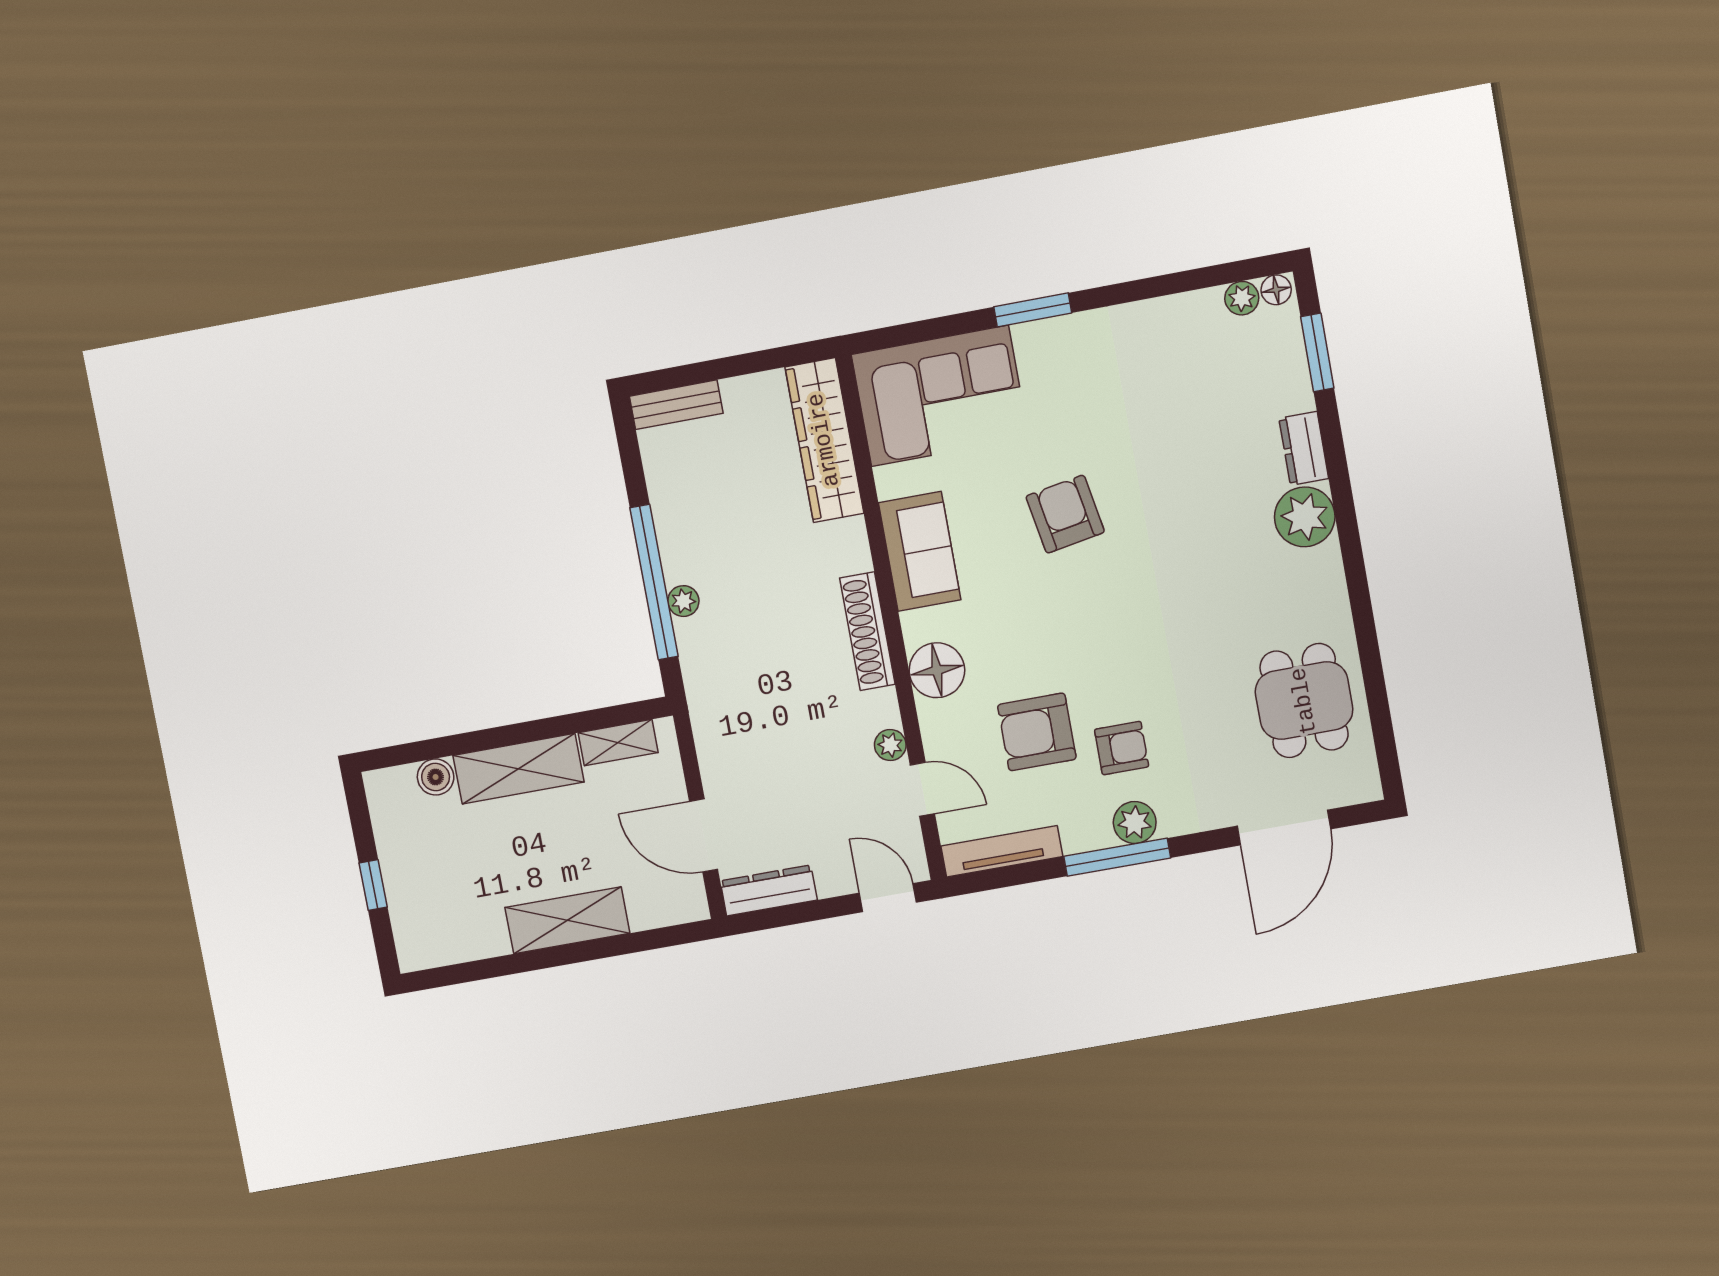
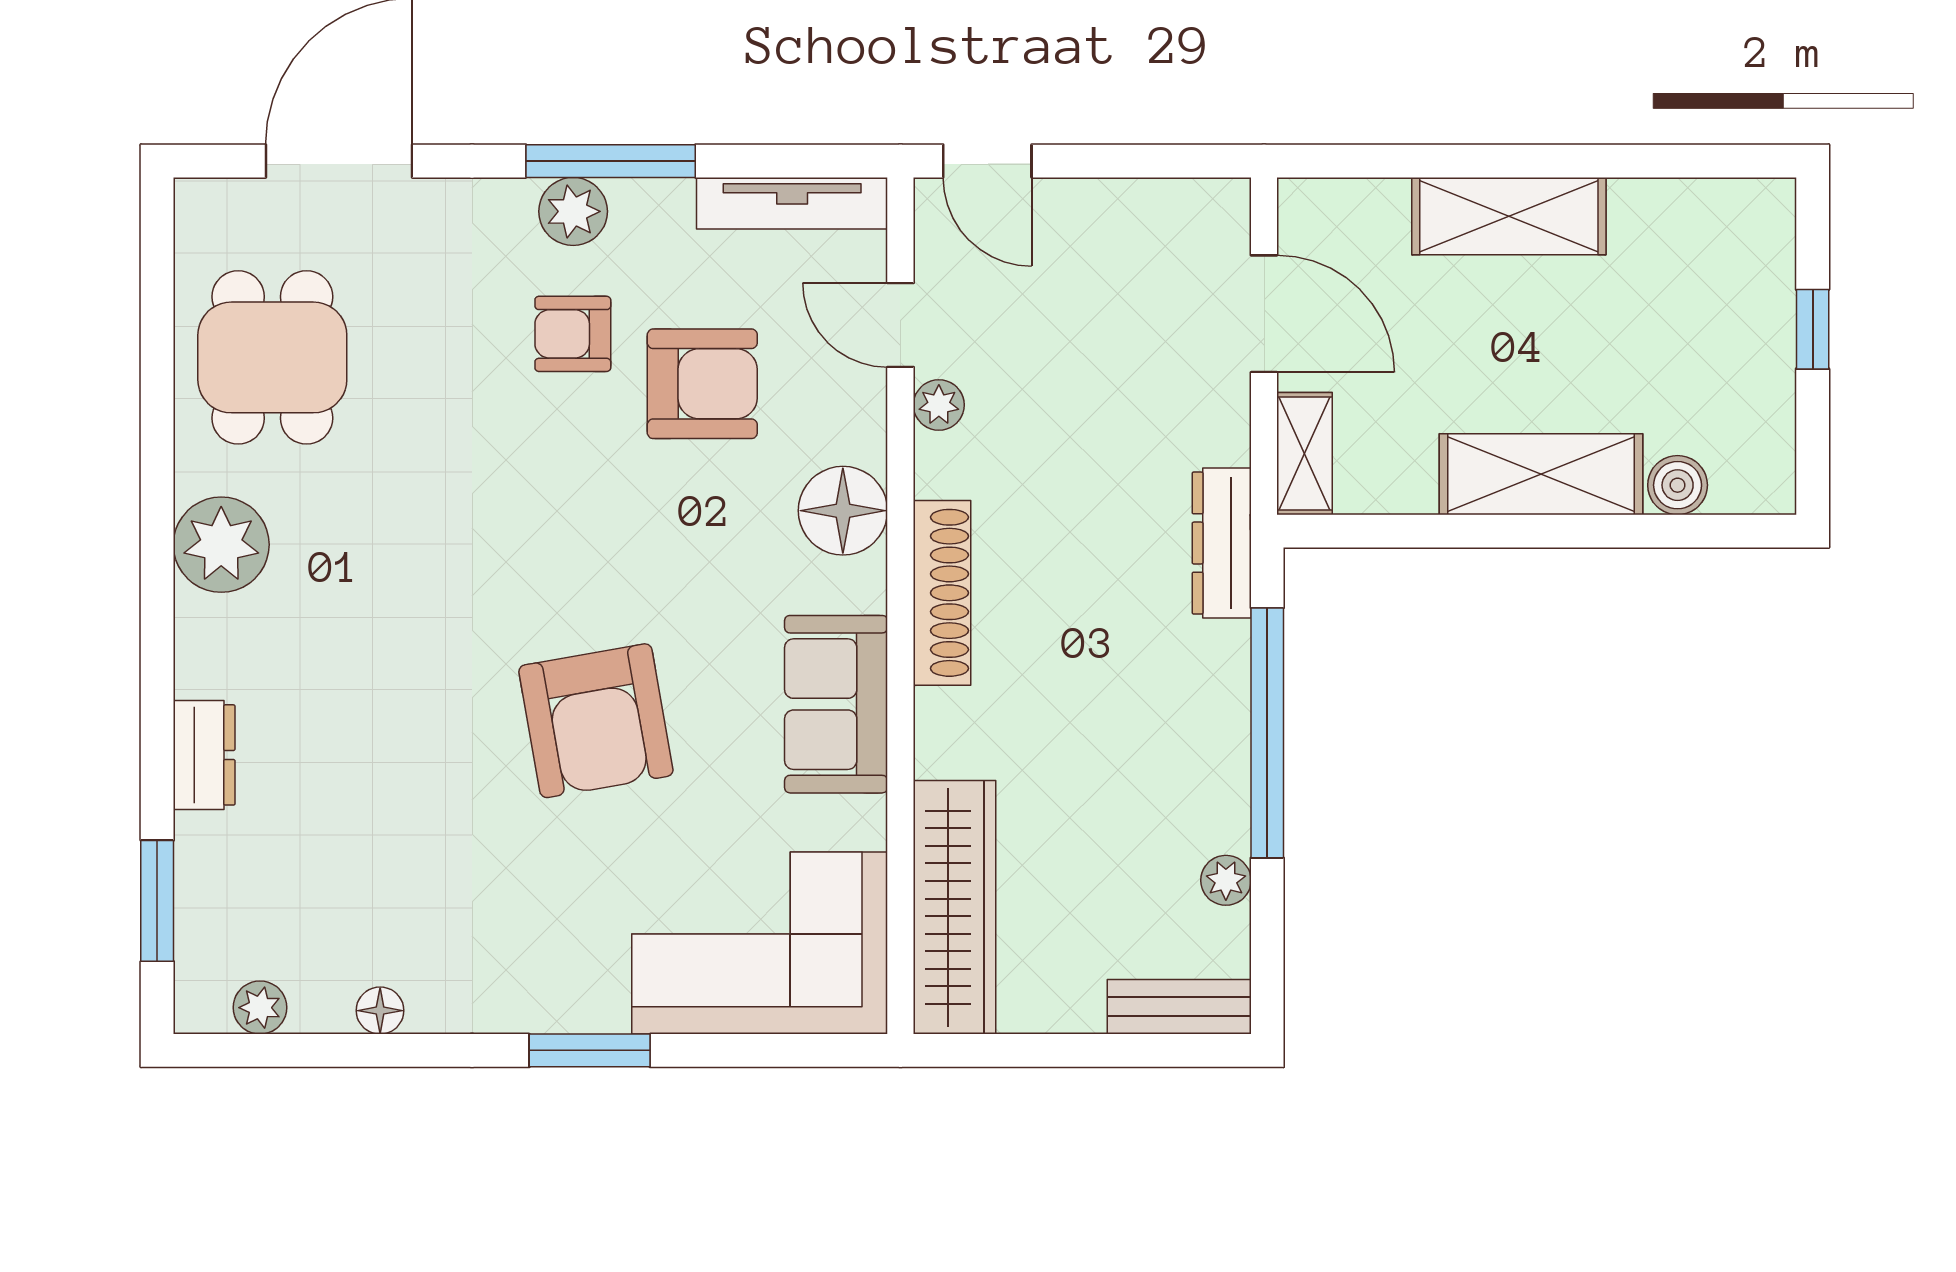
floor lamp: (1276, 290) -> (380, 1011), moved
armchair: (1065, 514) -> (596, 721), width x1.36, depth x1.36
plant: (1305, 517) -> (221, 545), moved
plant: (683, 601) -> (1226, 880), moved
shelving: (618, 743) -> (1305, 454), moved, turned 90
dresser: (769, 890) -> (1222, 543), moved, turned 90

